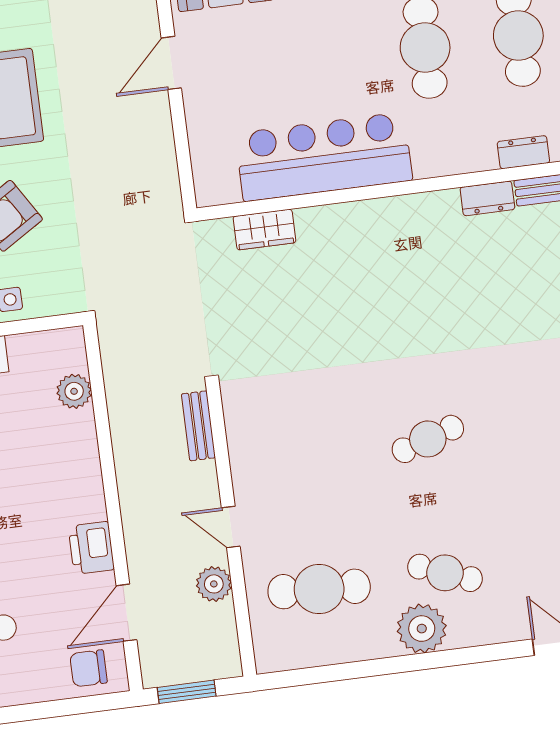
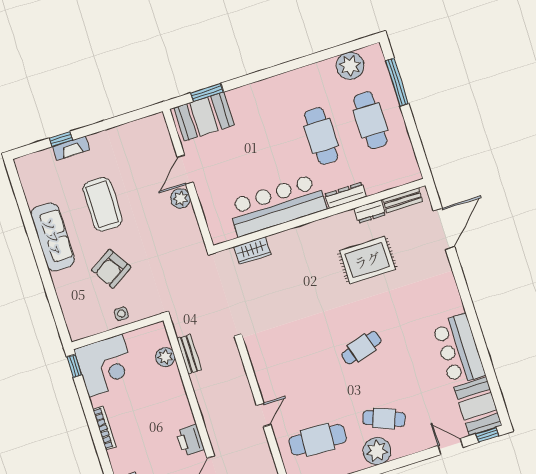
dresser: (523, 152) -> (345, 195), moved, width x1.44
rug: (467, 284) -> (367, 260), added
bench: (198, 426) -> (189, 354), moved
door: (231, 527) -> (264, 415), swing flipped
plant: (214, 584) -> (181, 198), moved

